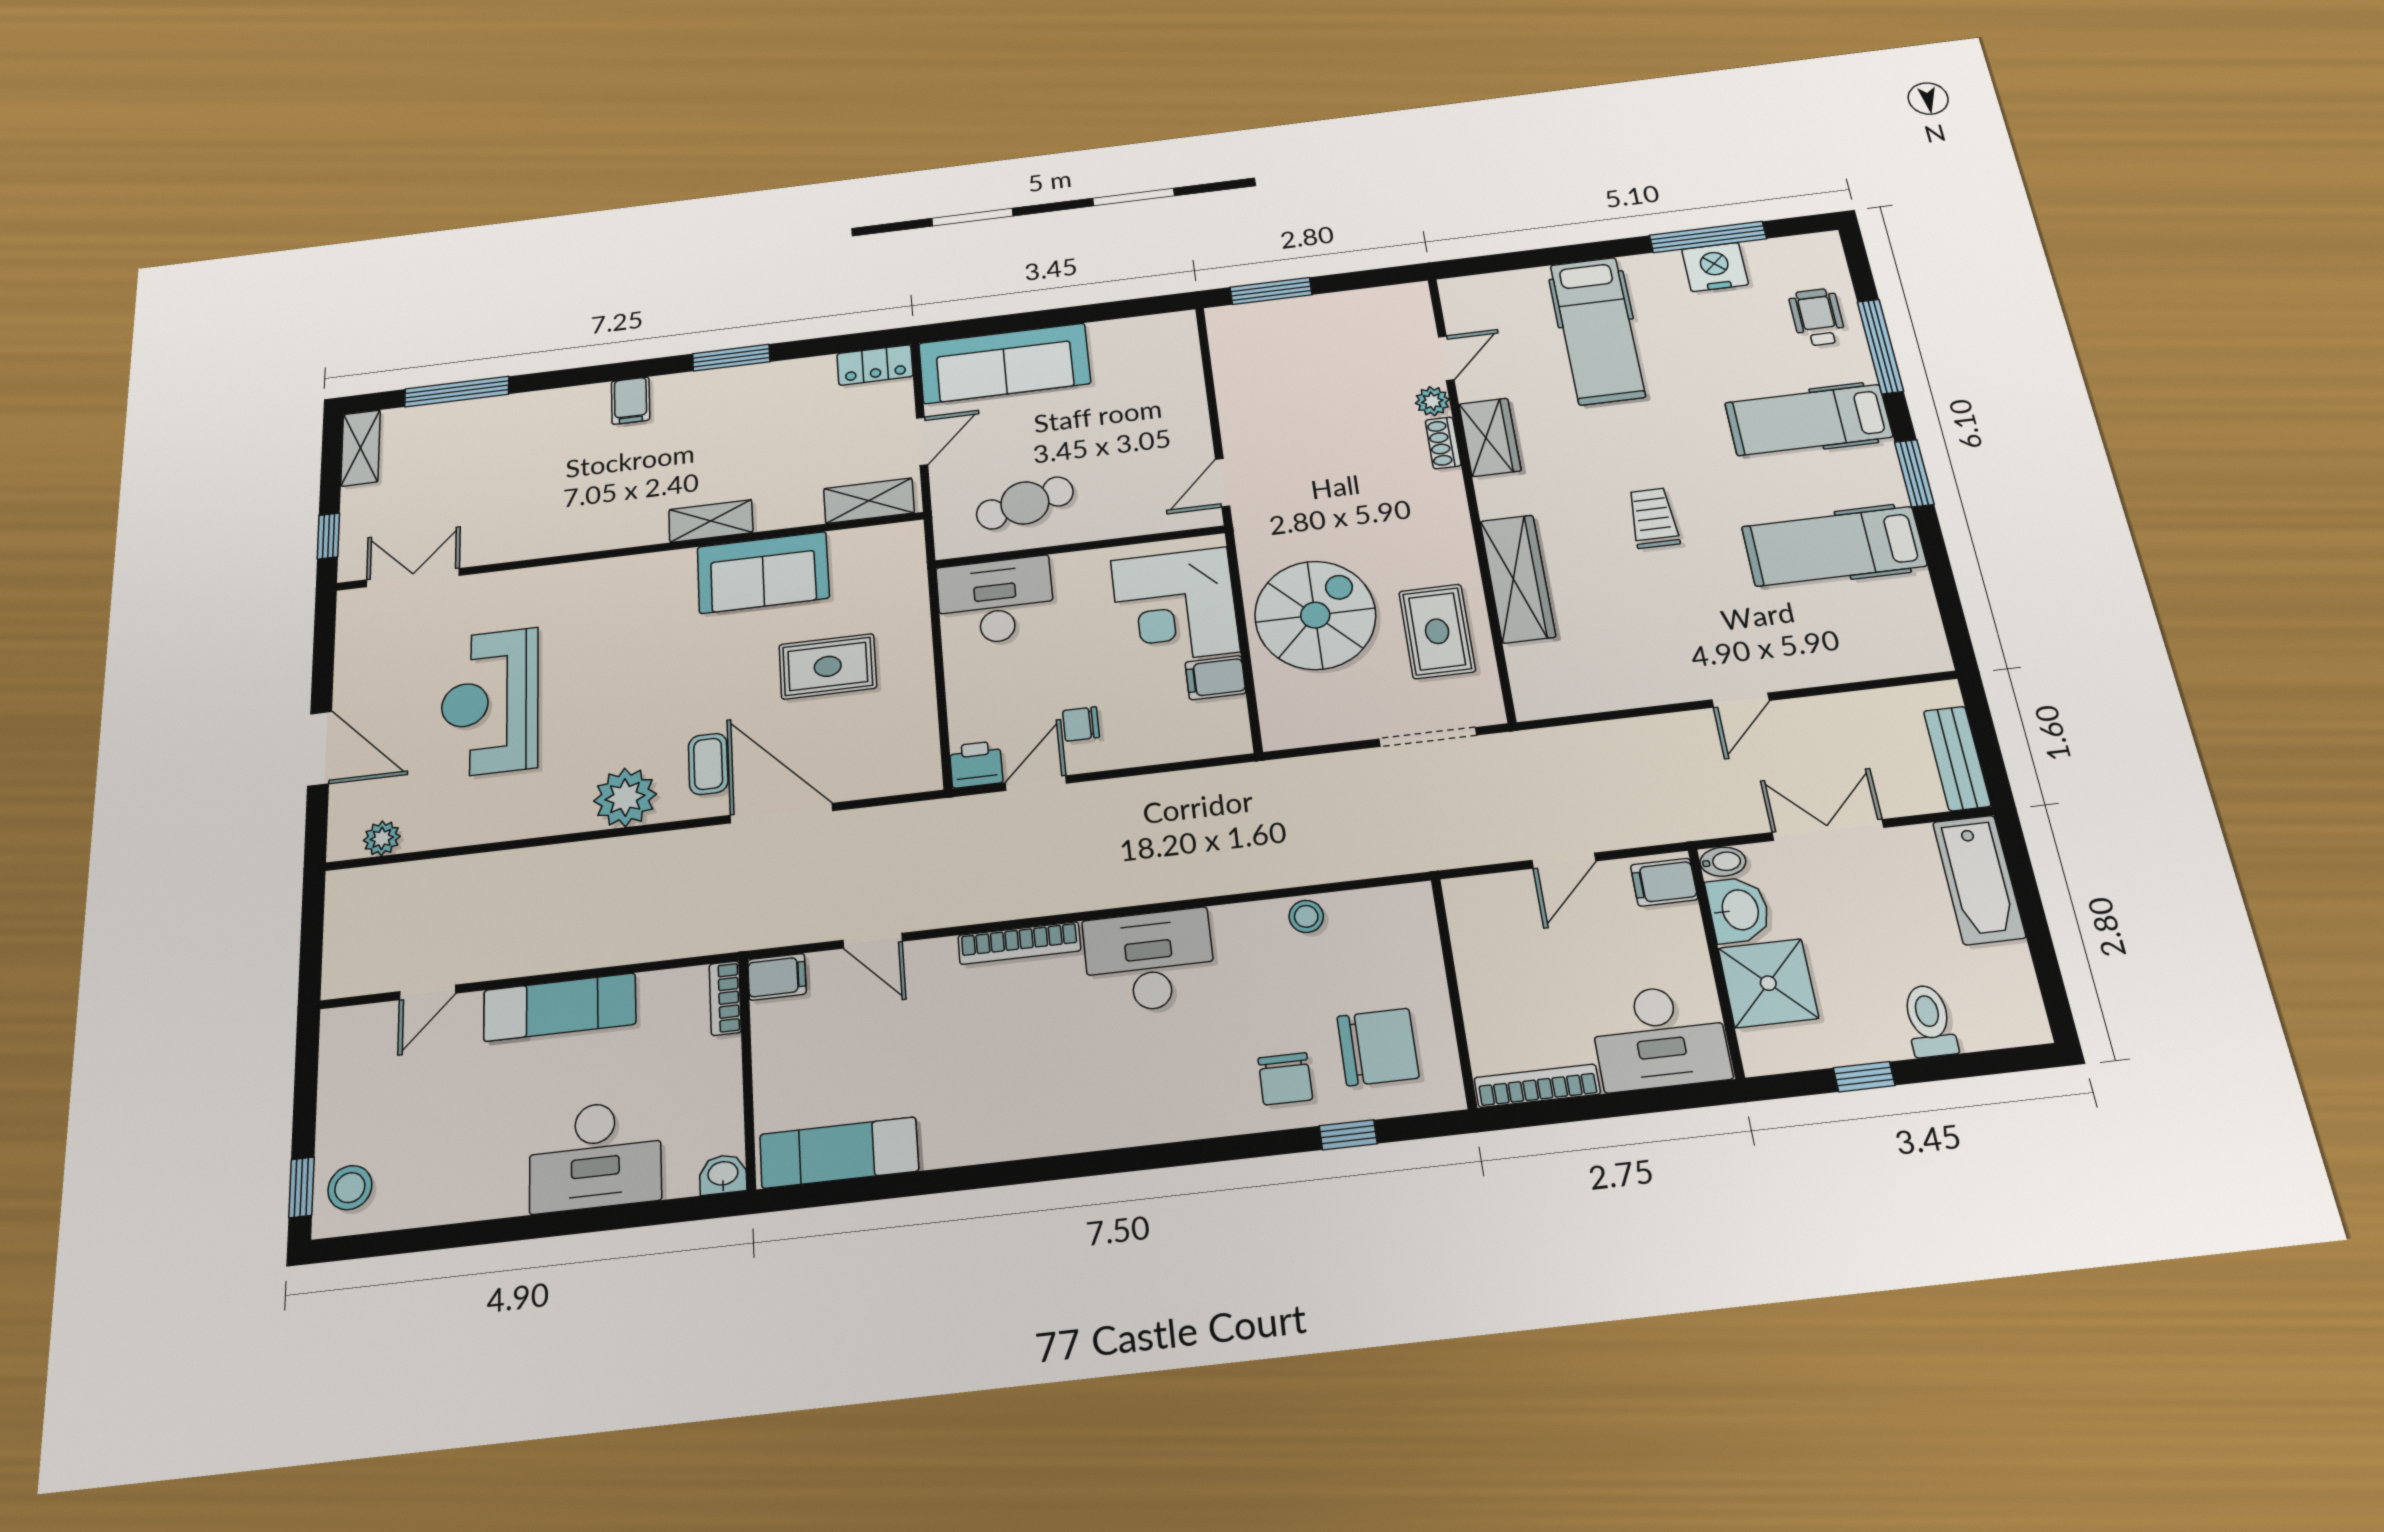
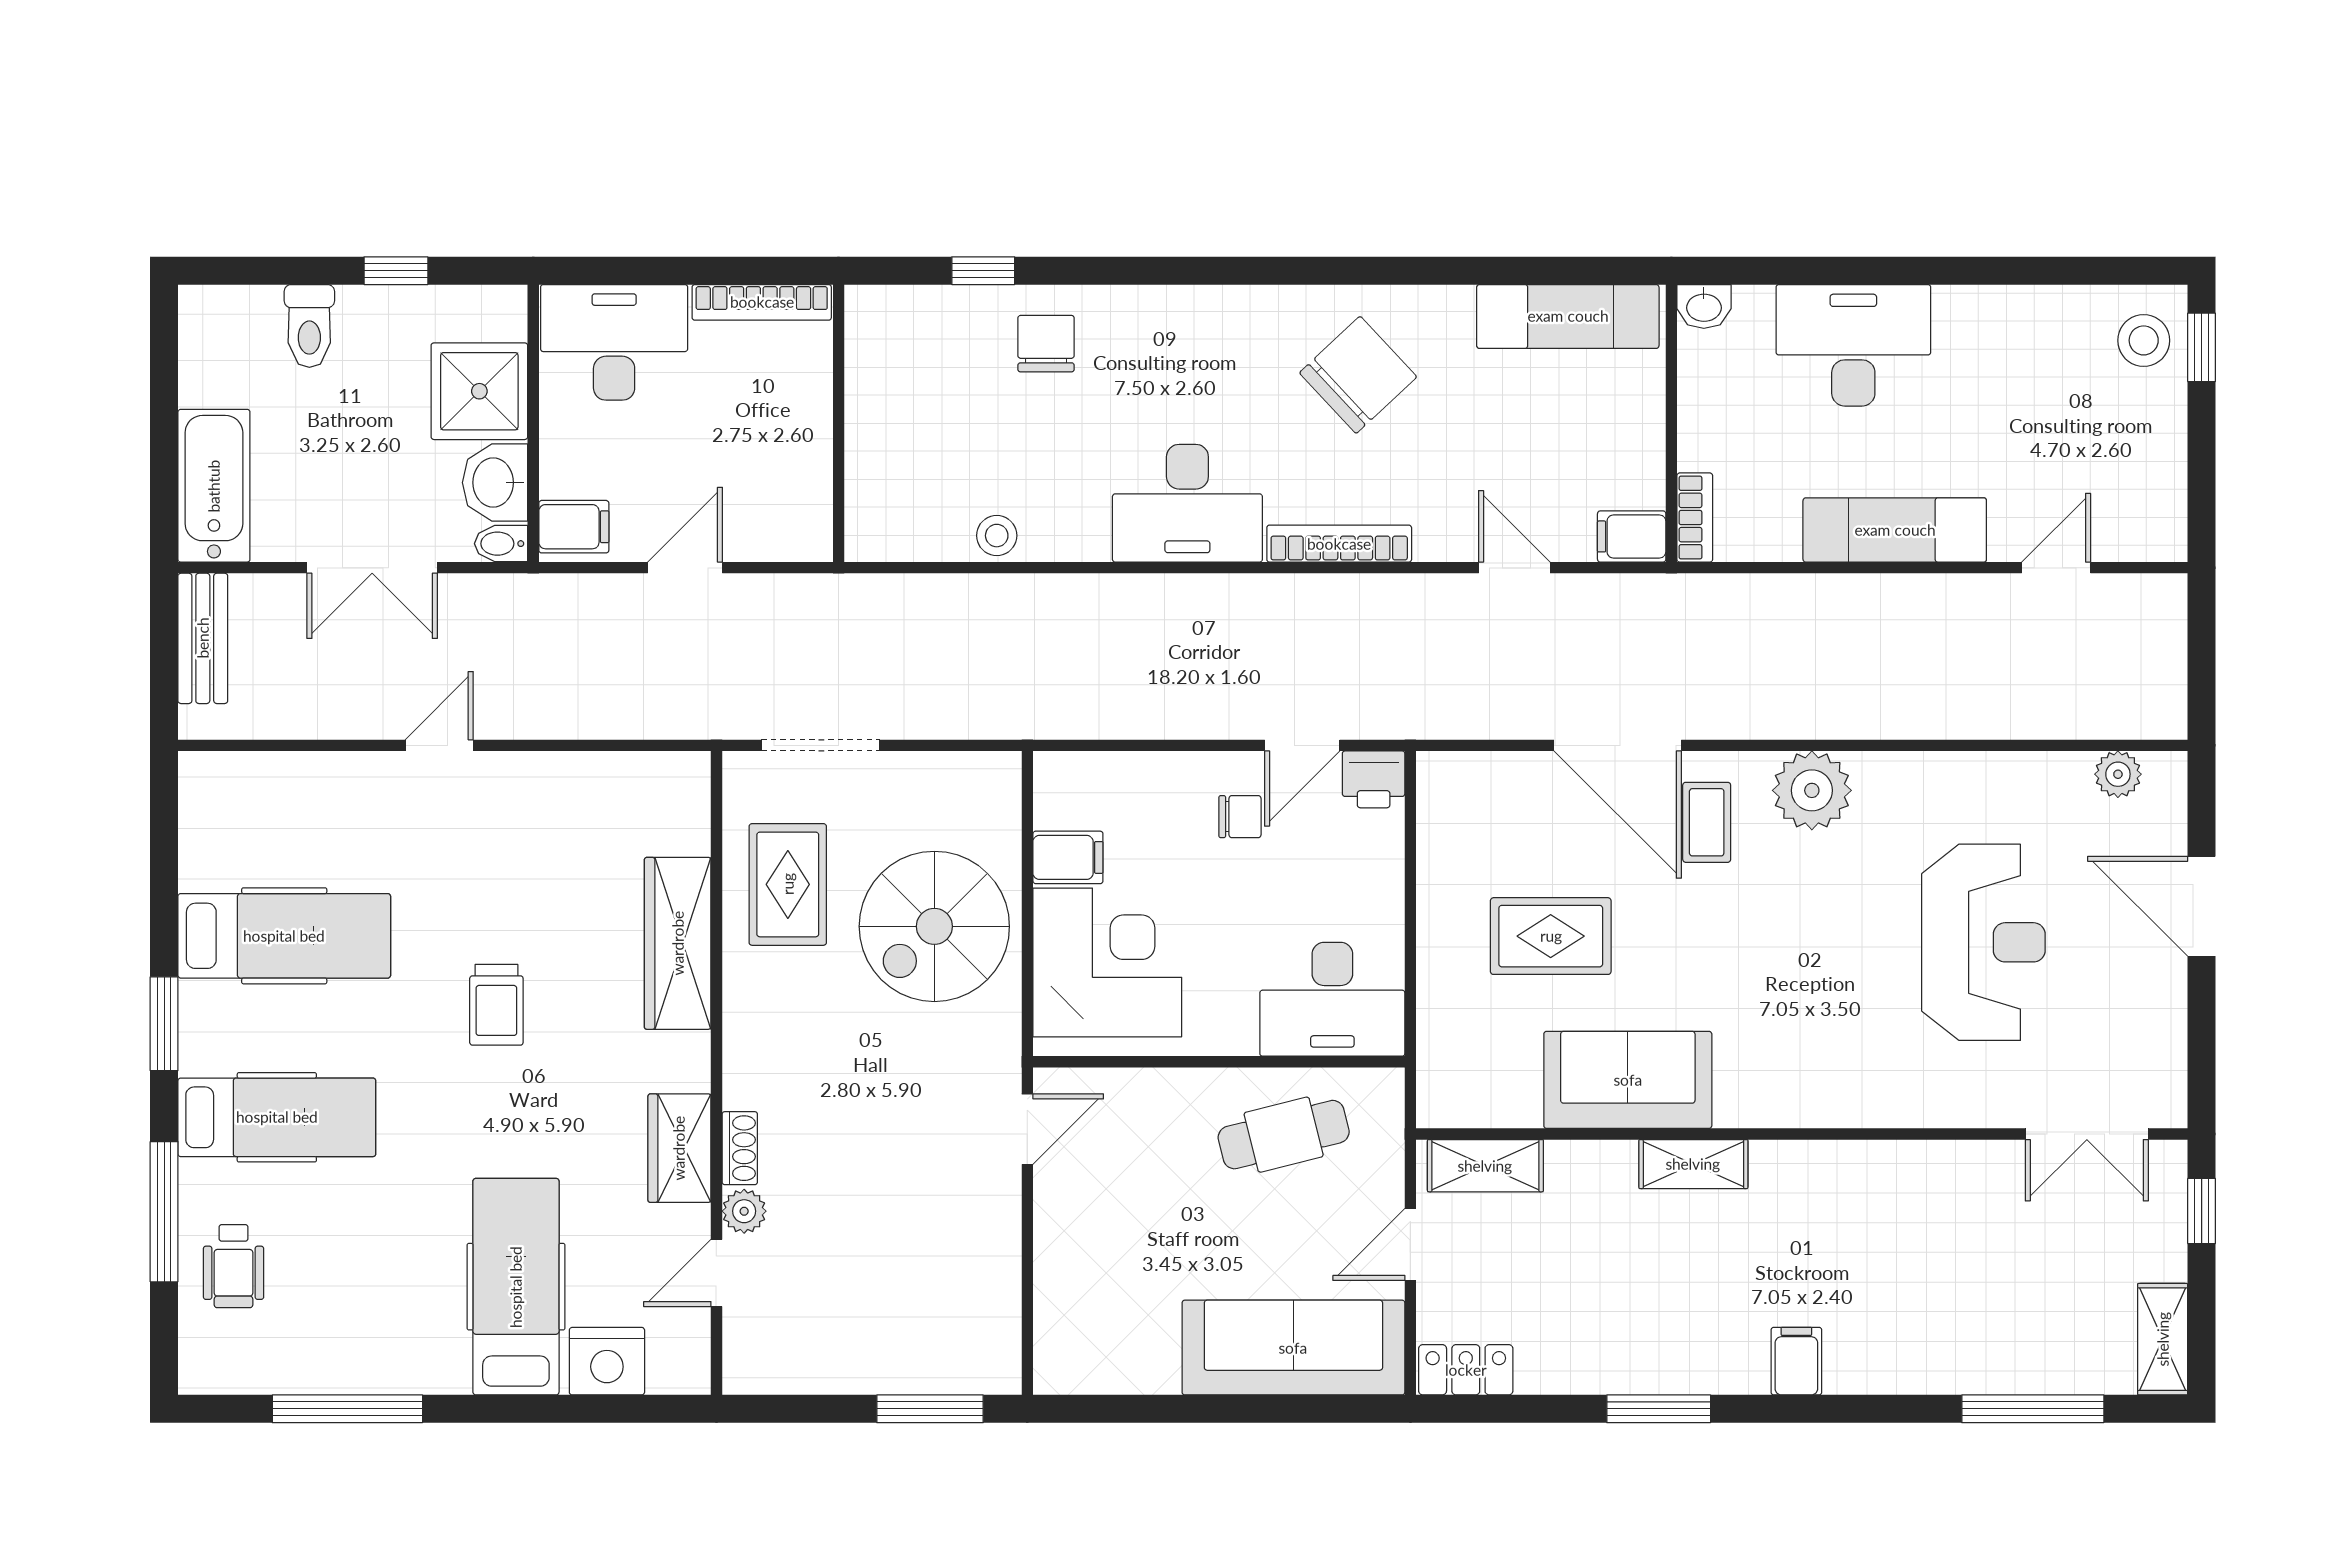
nightstand: (1715, 267) -> (607, 1361), moved
chair: (1378, 1047) -> (1358, 375), moved, turned 137

